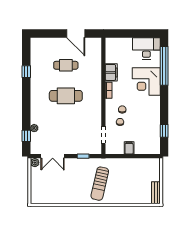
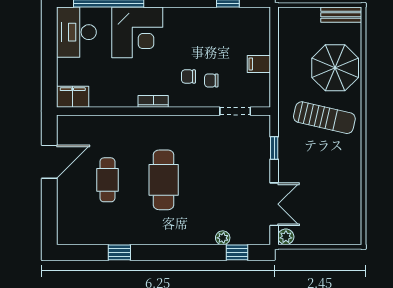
filing cabinet: (111, 72) -> (73, 97), moved
parasol: (127, 189) -> (335, 68), added

